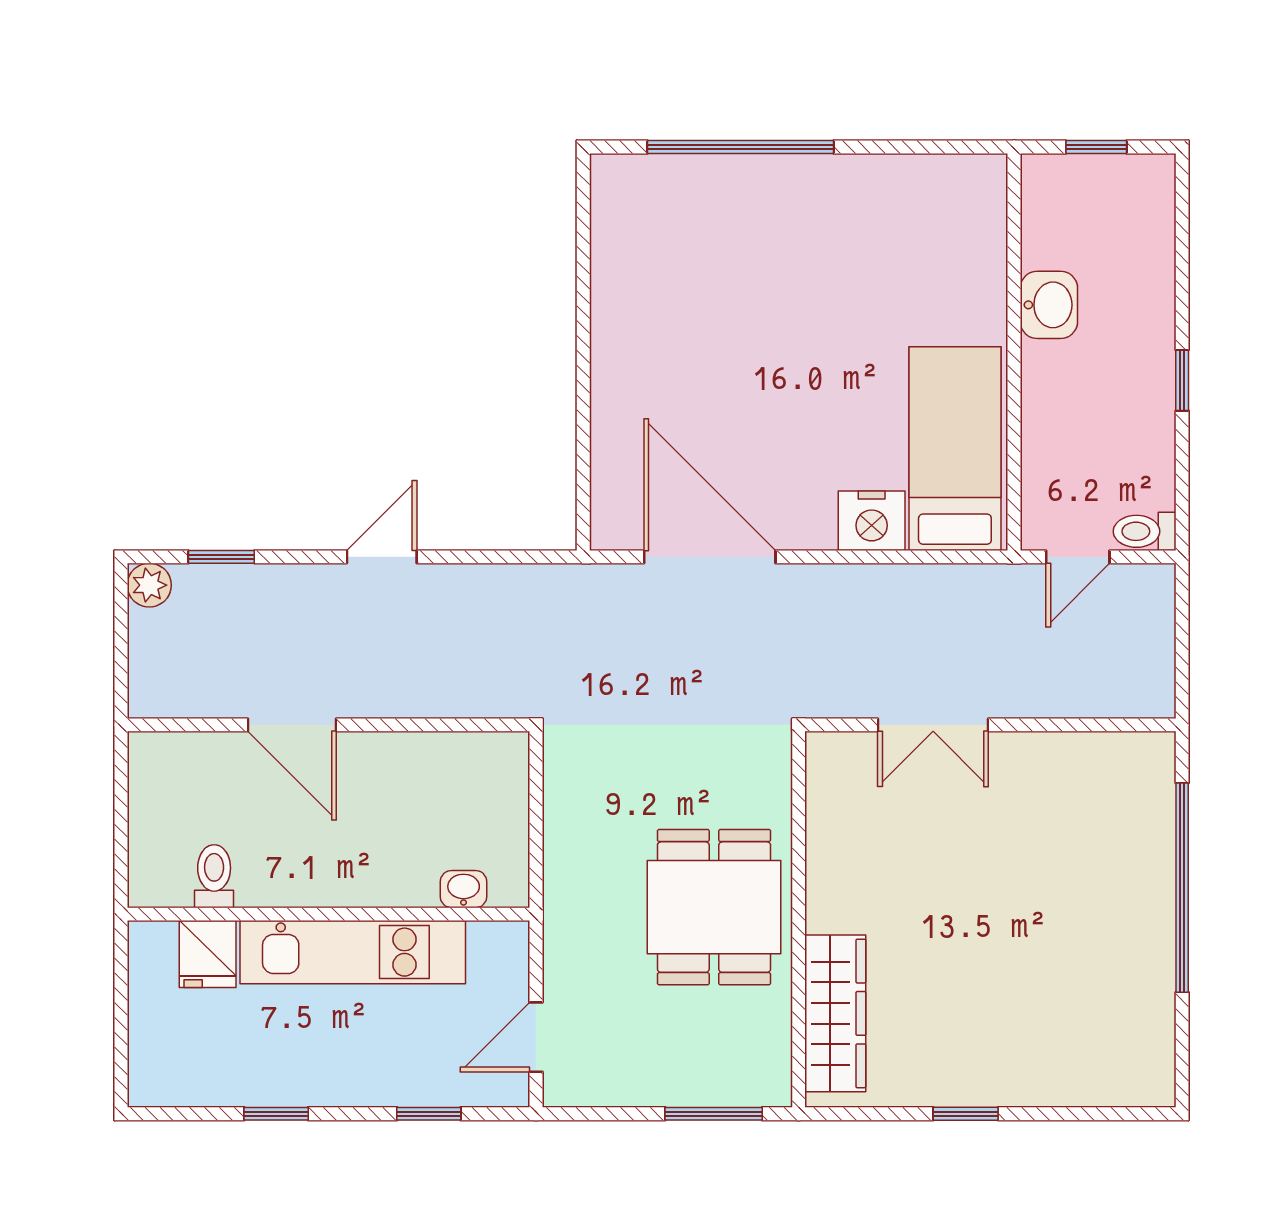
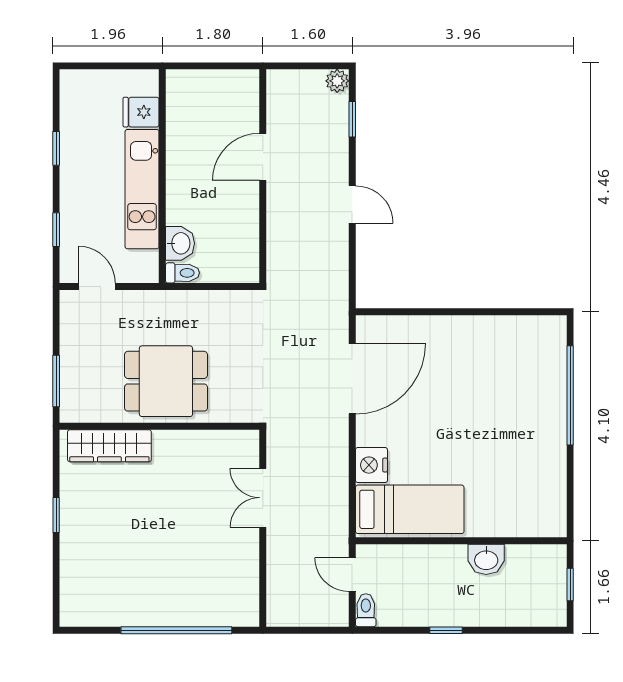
toilet: (214, 876) -> (182, 273), moved
washbasin: (464, 889) -> (180, 243), width x1.38, depth x1.45

